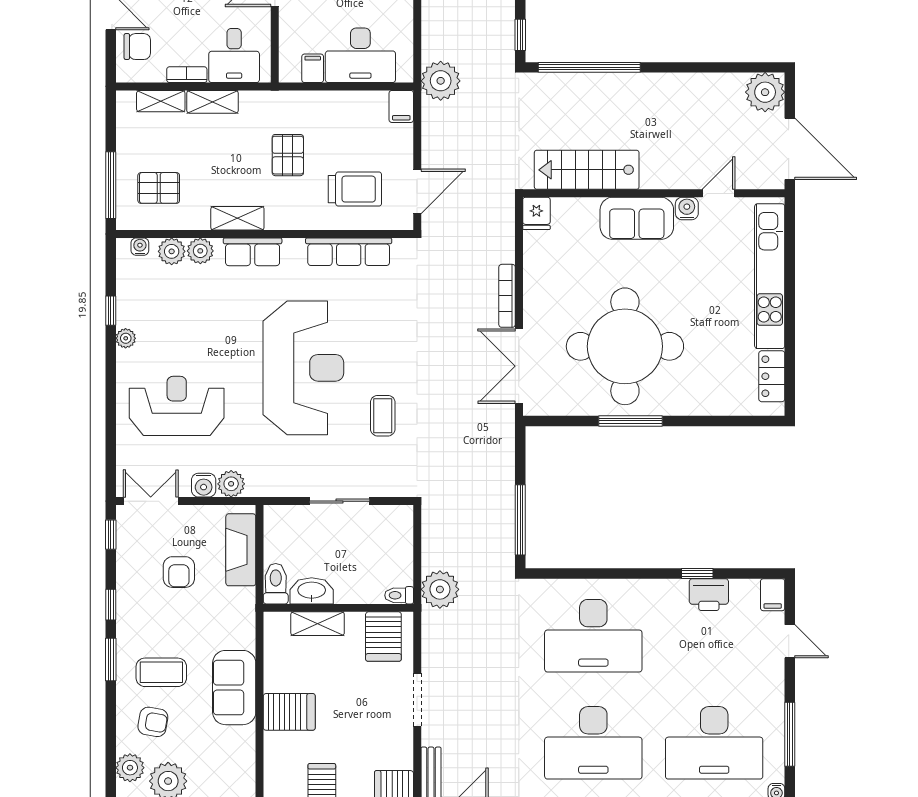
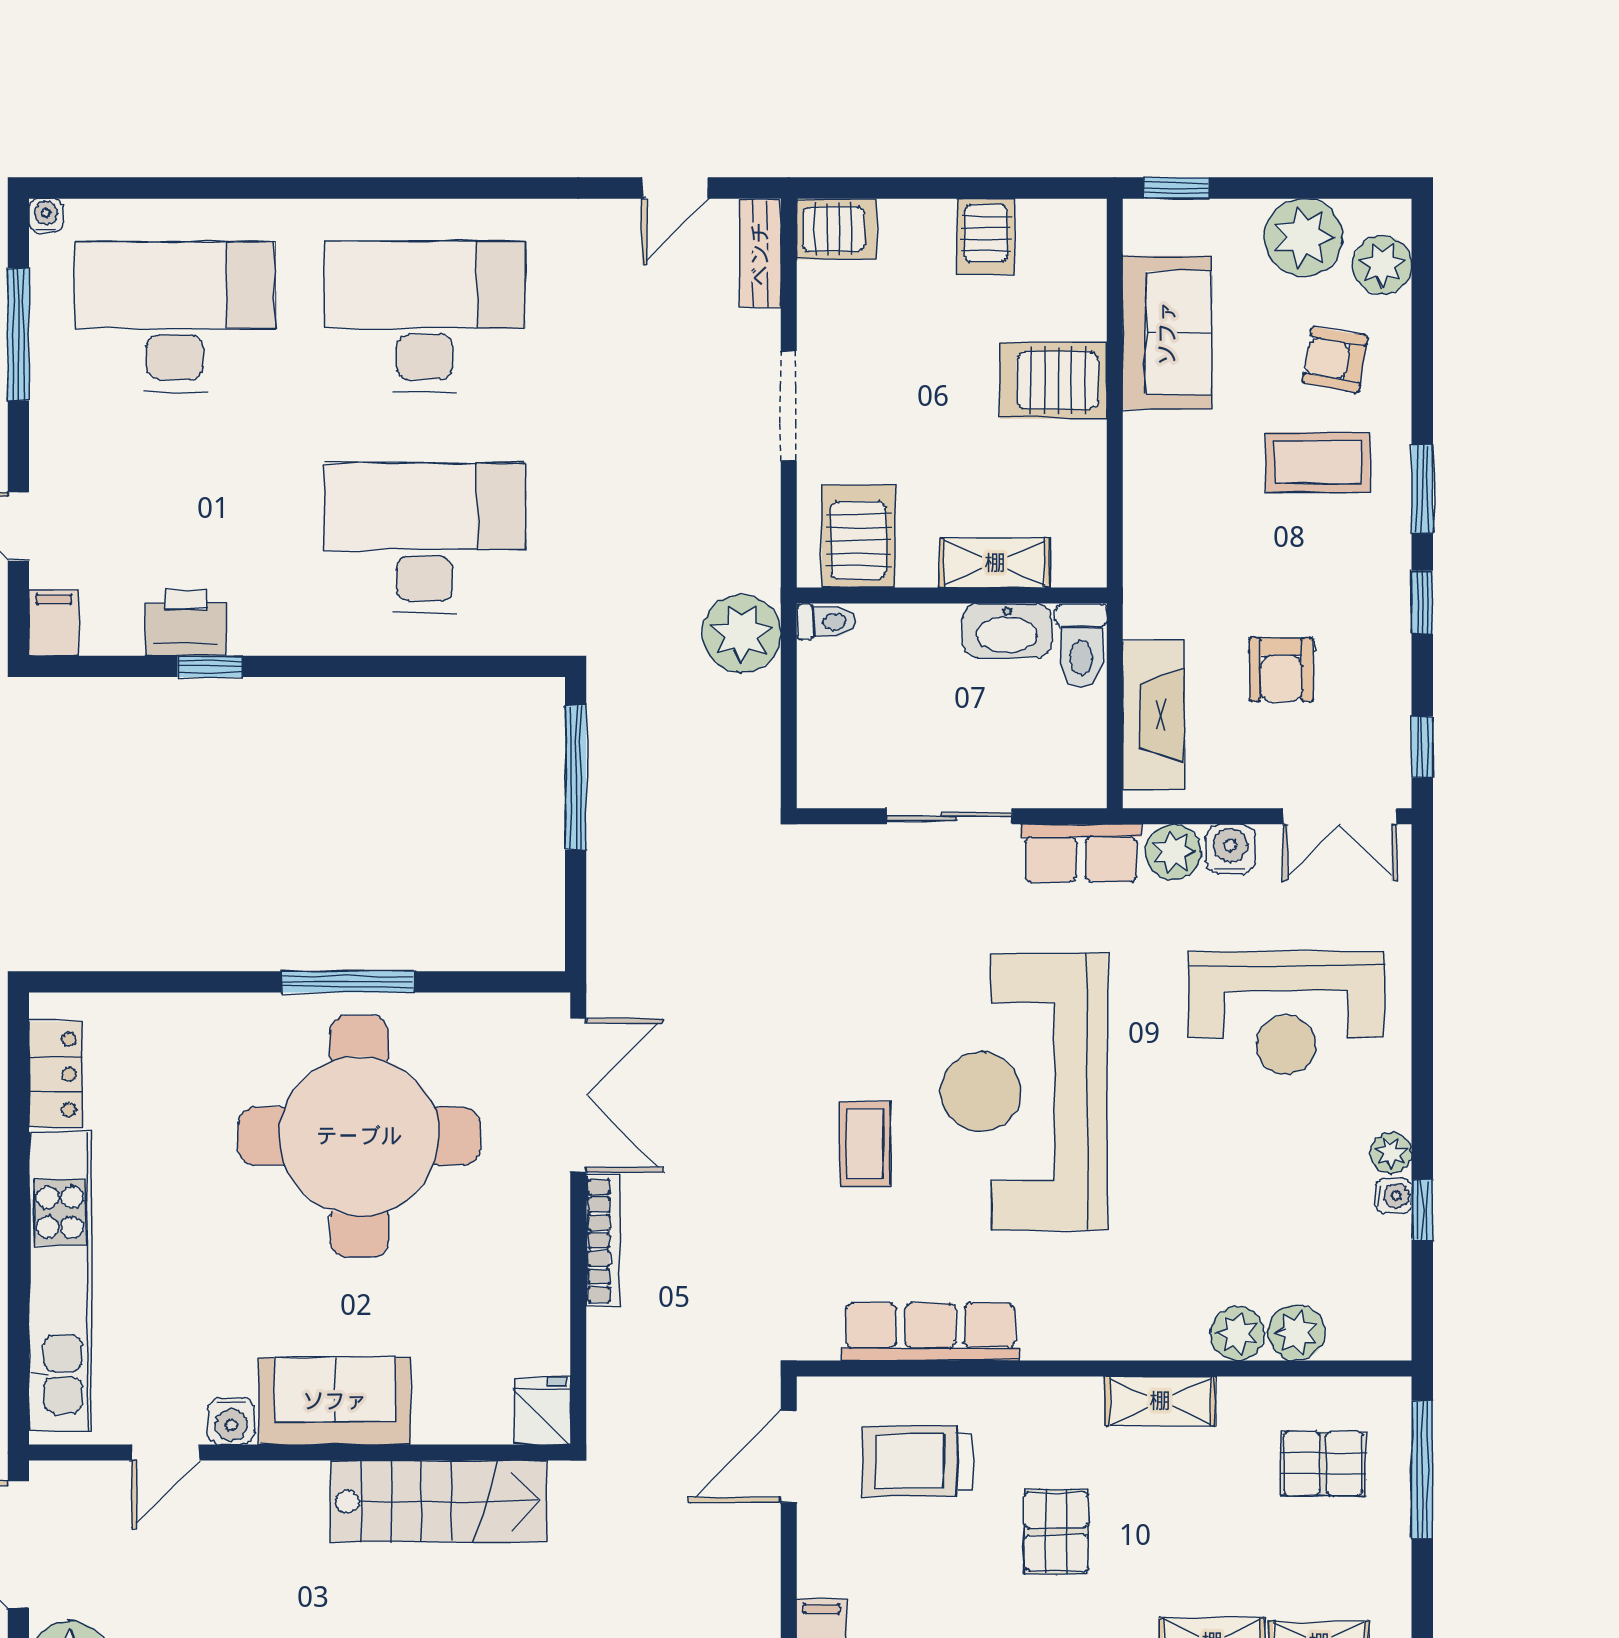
water cooler: (140, 247) -> (1394, 1196), moved, turned -90
row of seats: (253, 252) -> (1081, 853), moved, turned 180
coffee table: (383, 416) -> (865, 1144), moved
armchair: (179, 572) -> (1281, 670), turned 180
sofa: (234, 688) -> (1167, 333), moved

